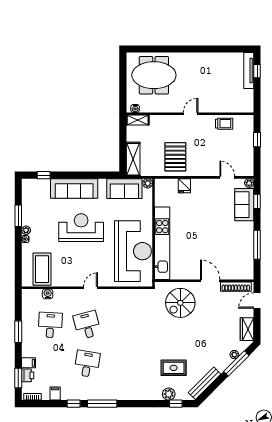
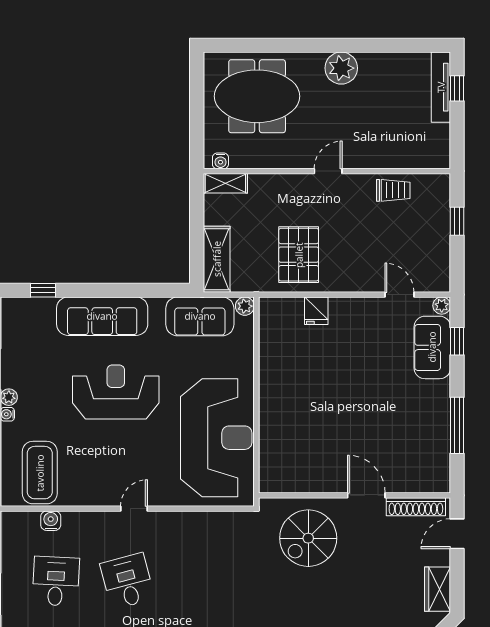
plant: (197, 61) -> (341, 68), added
kitchen unit: (162, 243) -> (273, 423), removed

